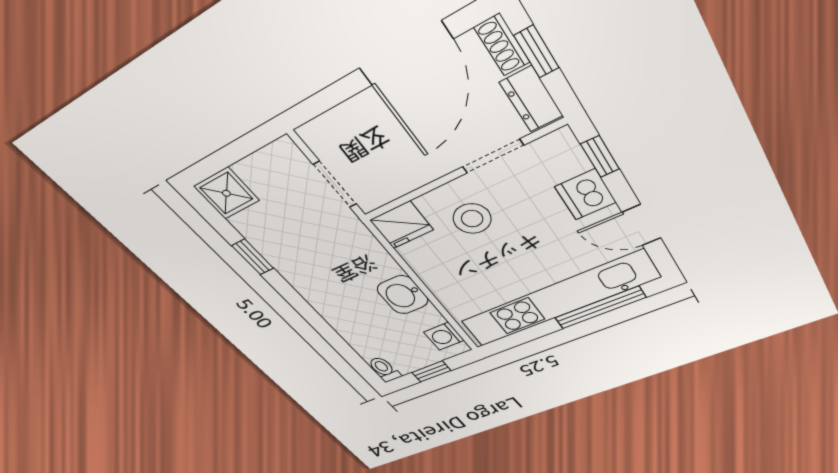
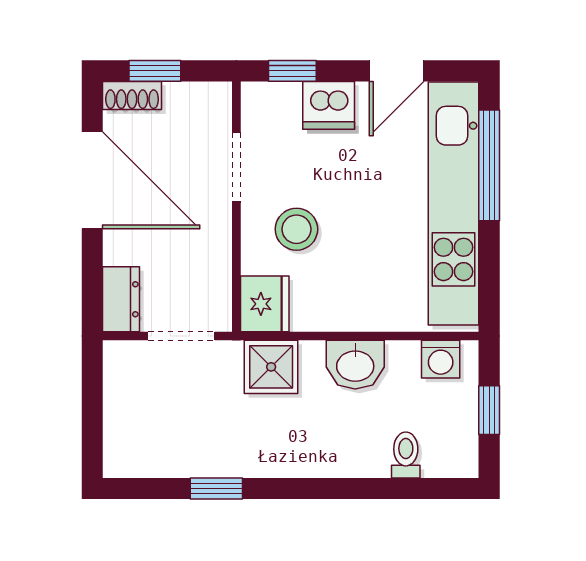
dresser: (531, 99) -> (121, 299), moved, turned -90
shower: (226, 193) -> (271, 367), moved
toilet: (384, 369) -> (406, 455), moved, turned 90

